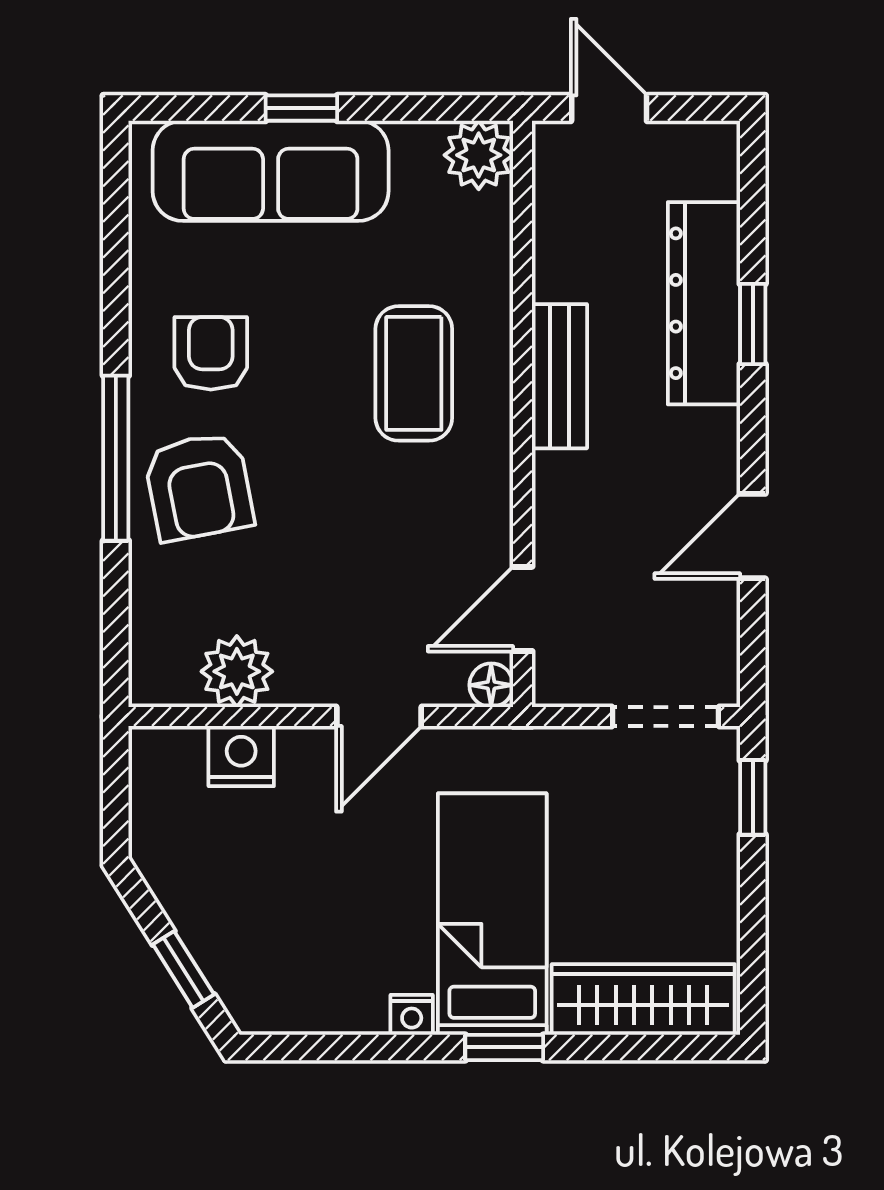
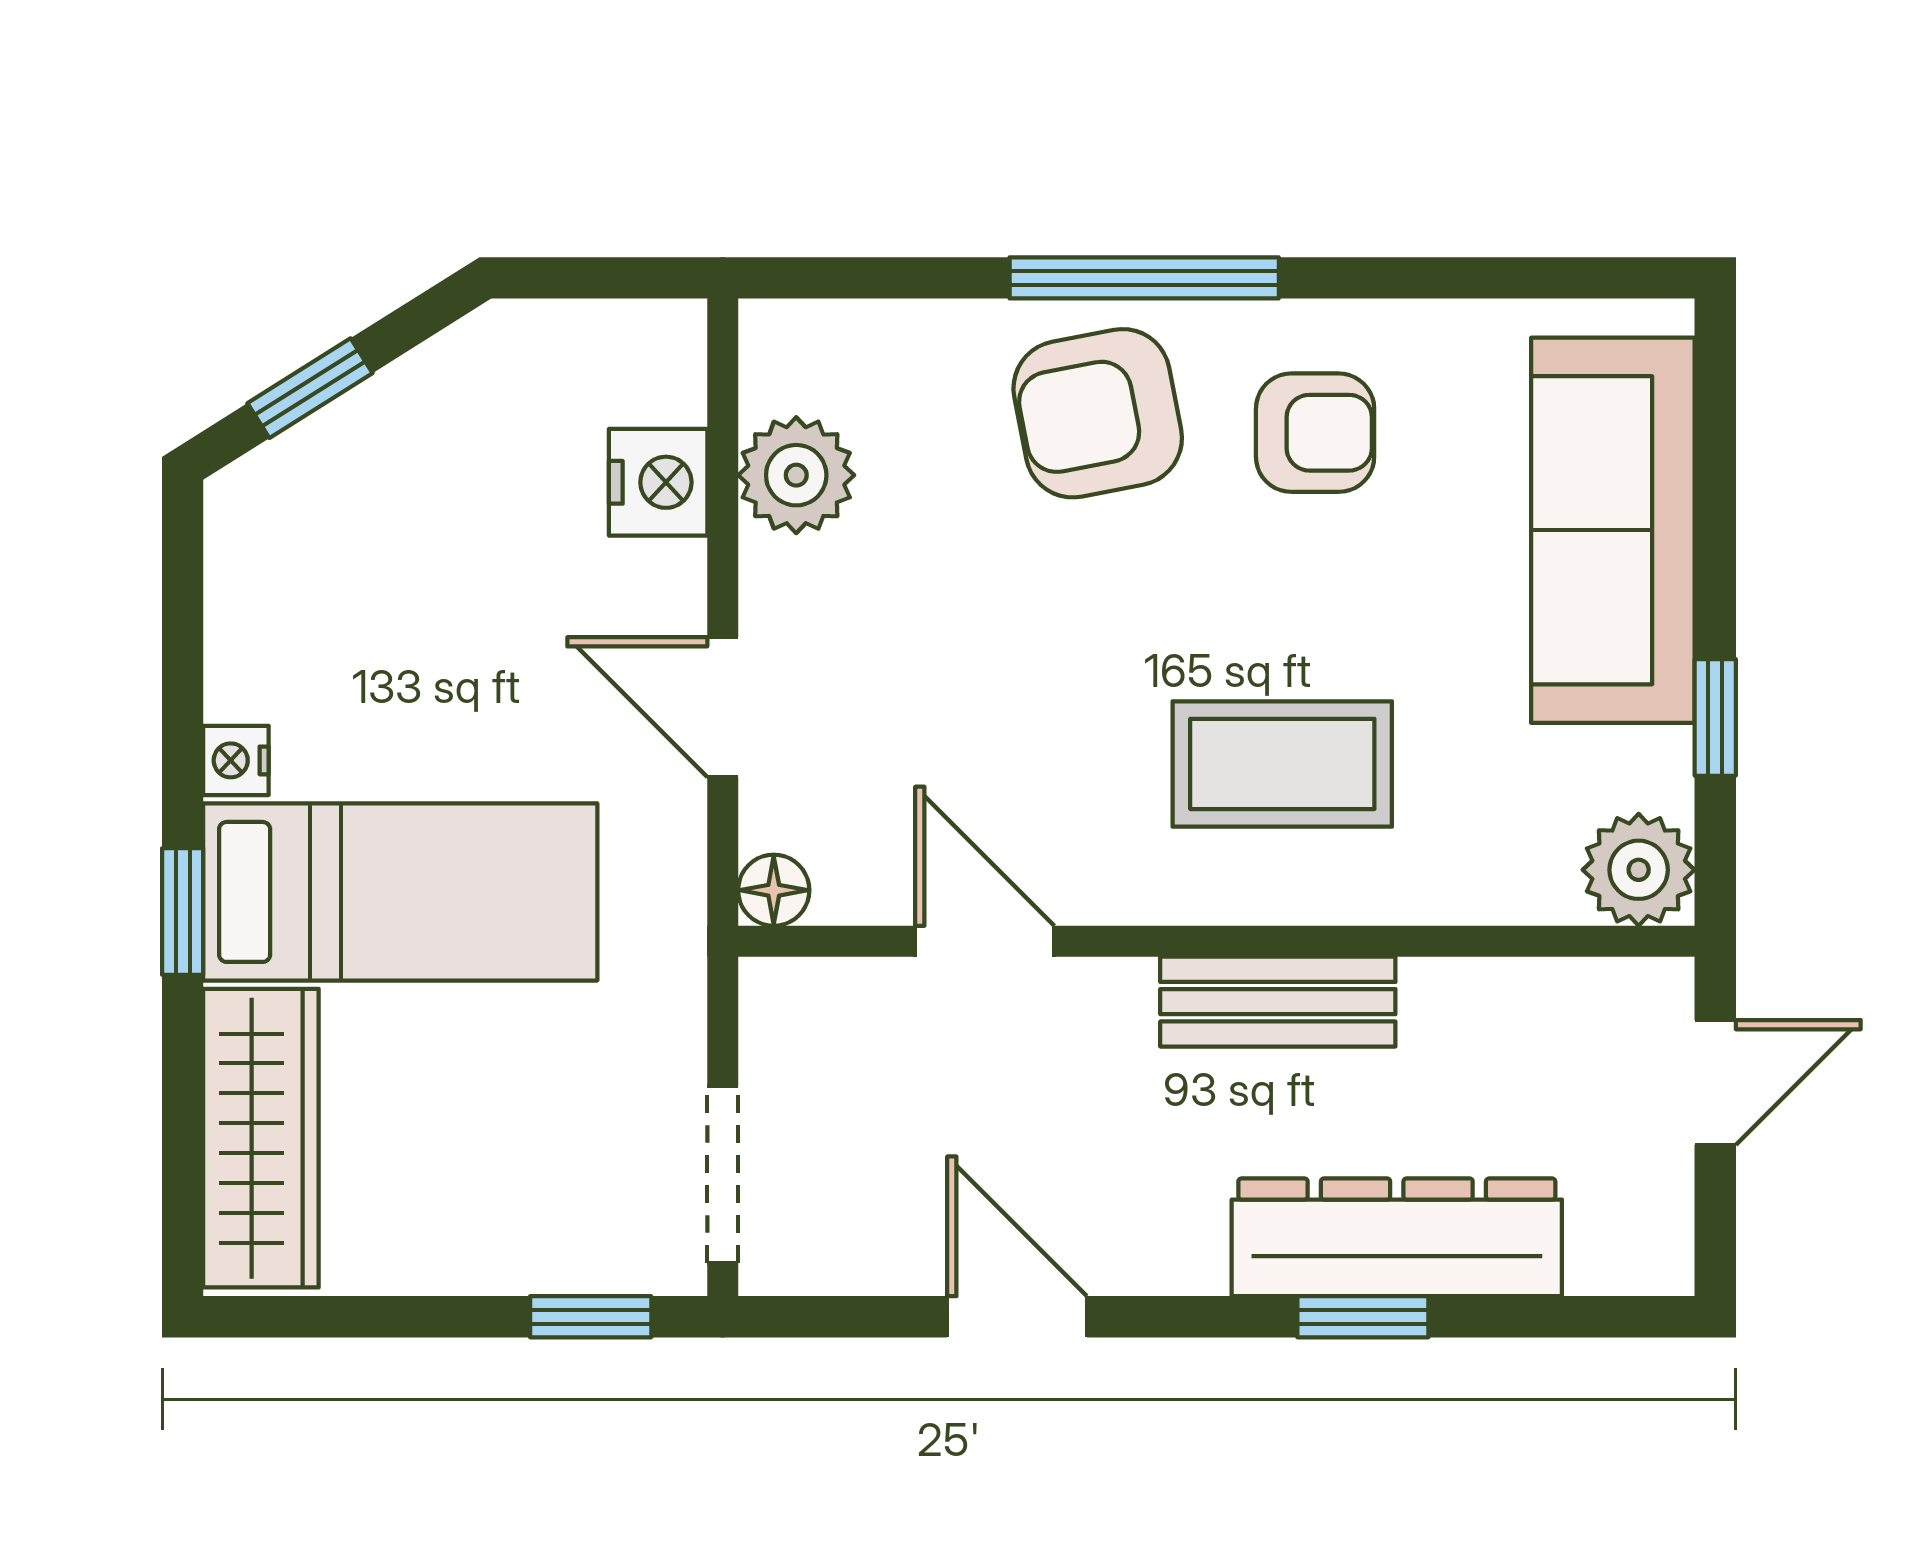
window: (301, 108) -> (1715, 717), moved
door: (523, 609) -> (985, 941), moved

